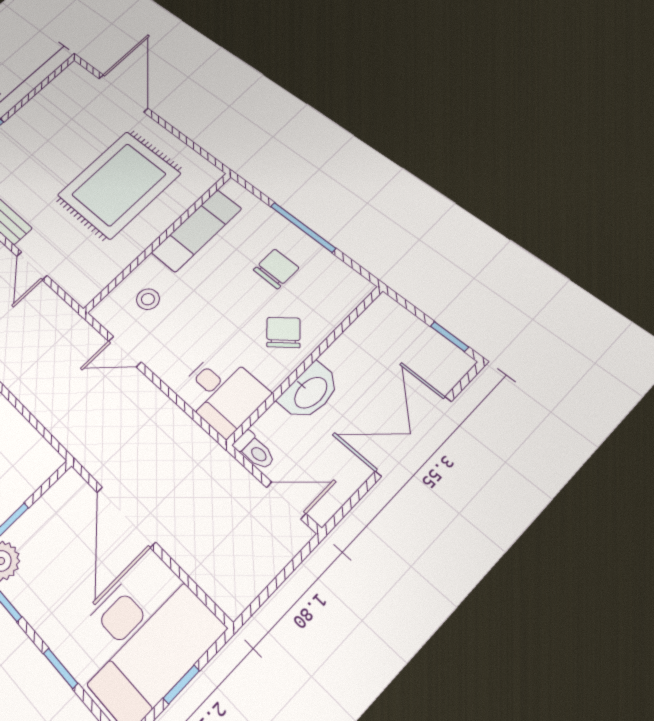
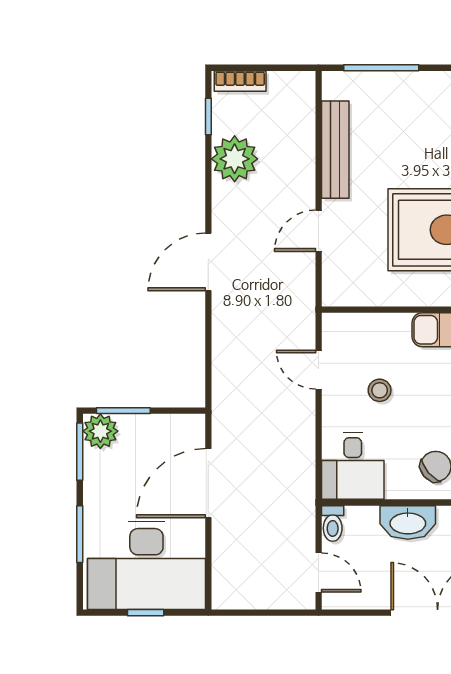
stool: (148, 299) -> (380, 390), moved
window: (60, 668) -> (80, 534), width x1.50

